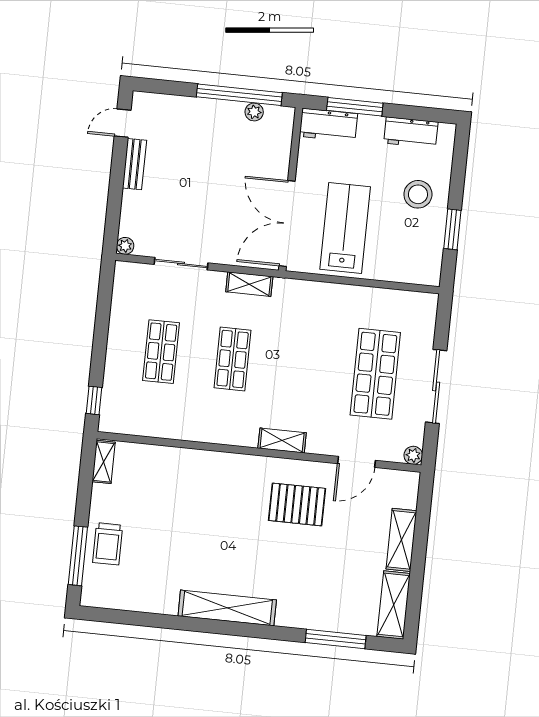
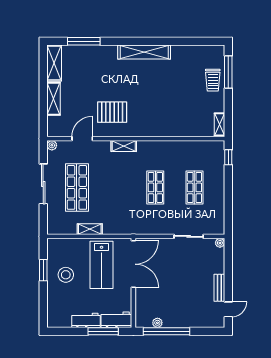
workbench: (411, 133) -> (86, 320), moved
stool: (418, 194) -> (66, 275), moved
shelving: (249, 284) -> (90, 229), moved
trolley: (108, 544) -> (213, 80), turned 180

